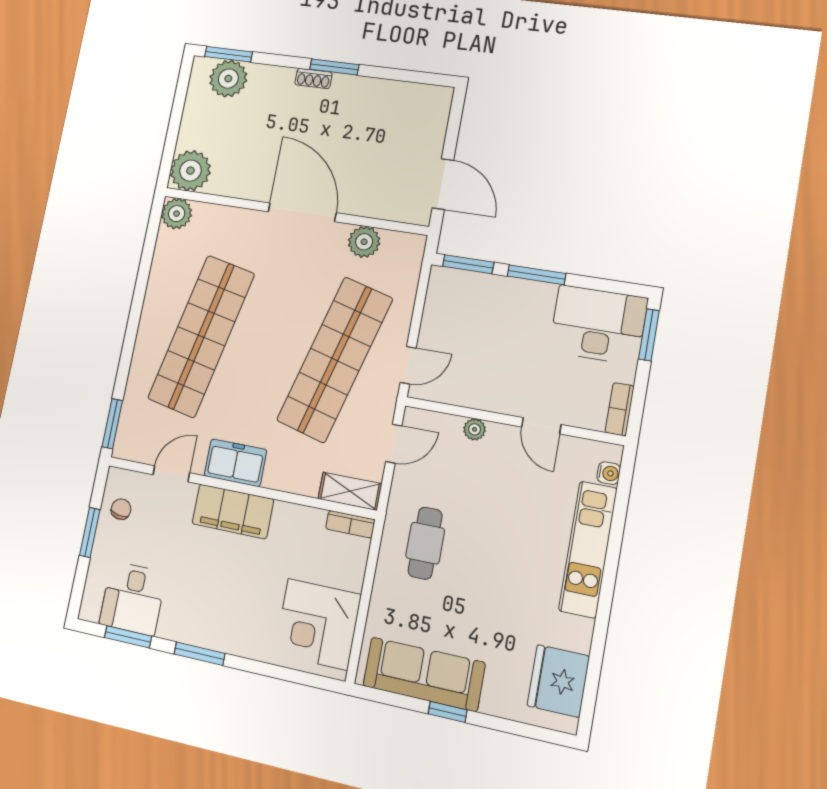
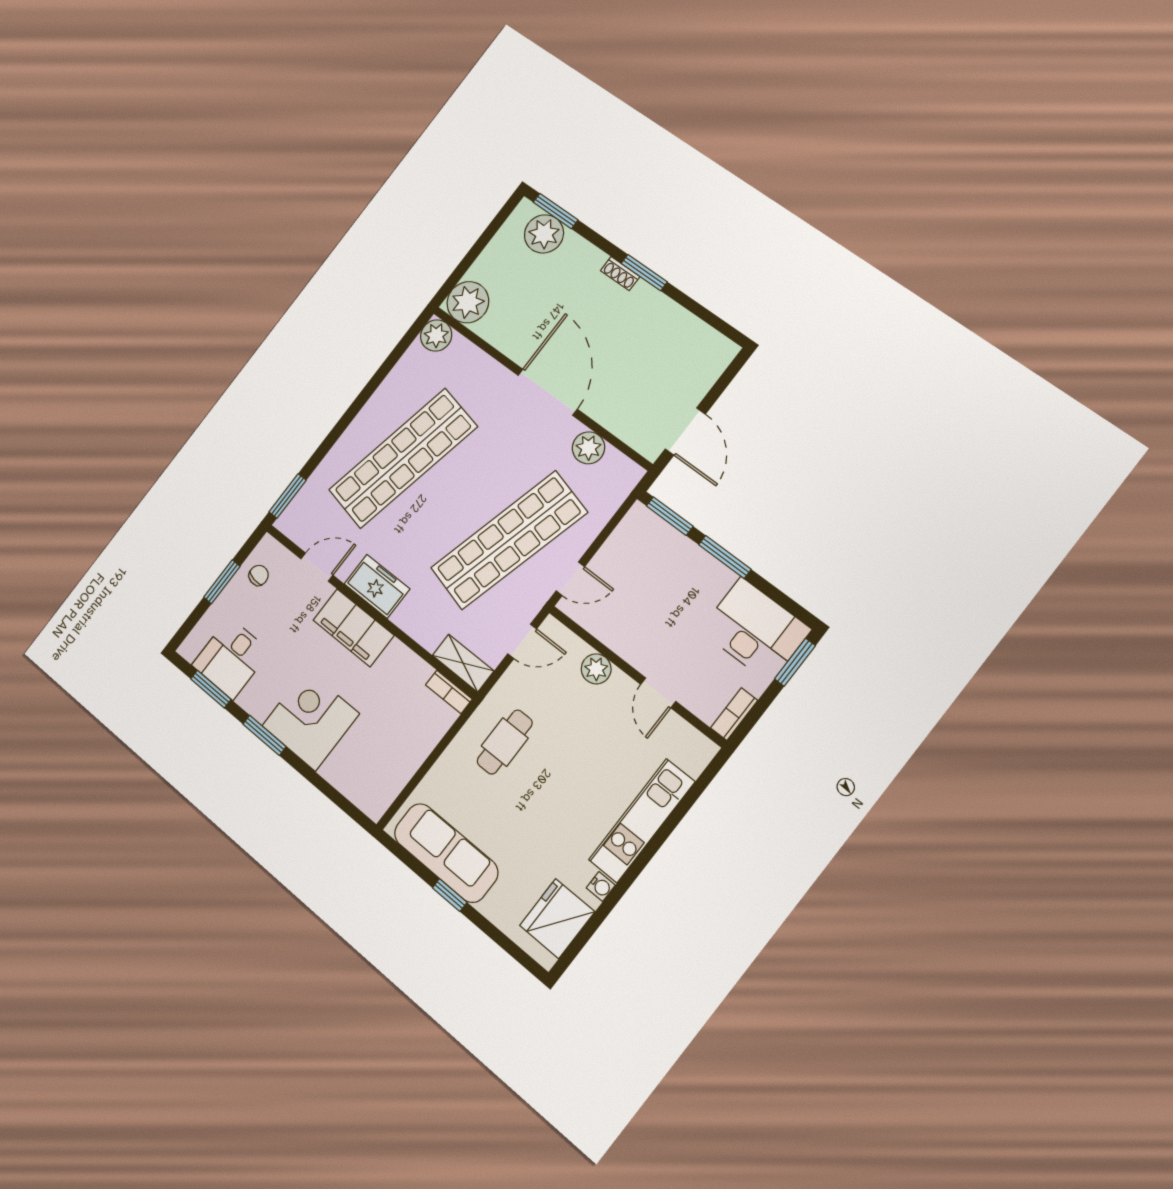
plant: (475, 429) -> (596, 669), width x1.38, depth x1.38
water cooler: (609, 473) -> (601, 887), moved
corner desk: (318, 624) -> (311, 720), moved, turned 90

